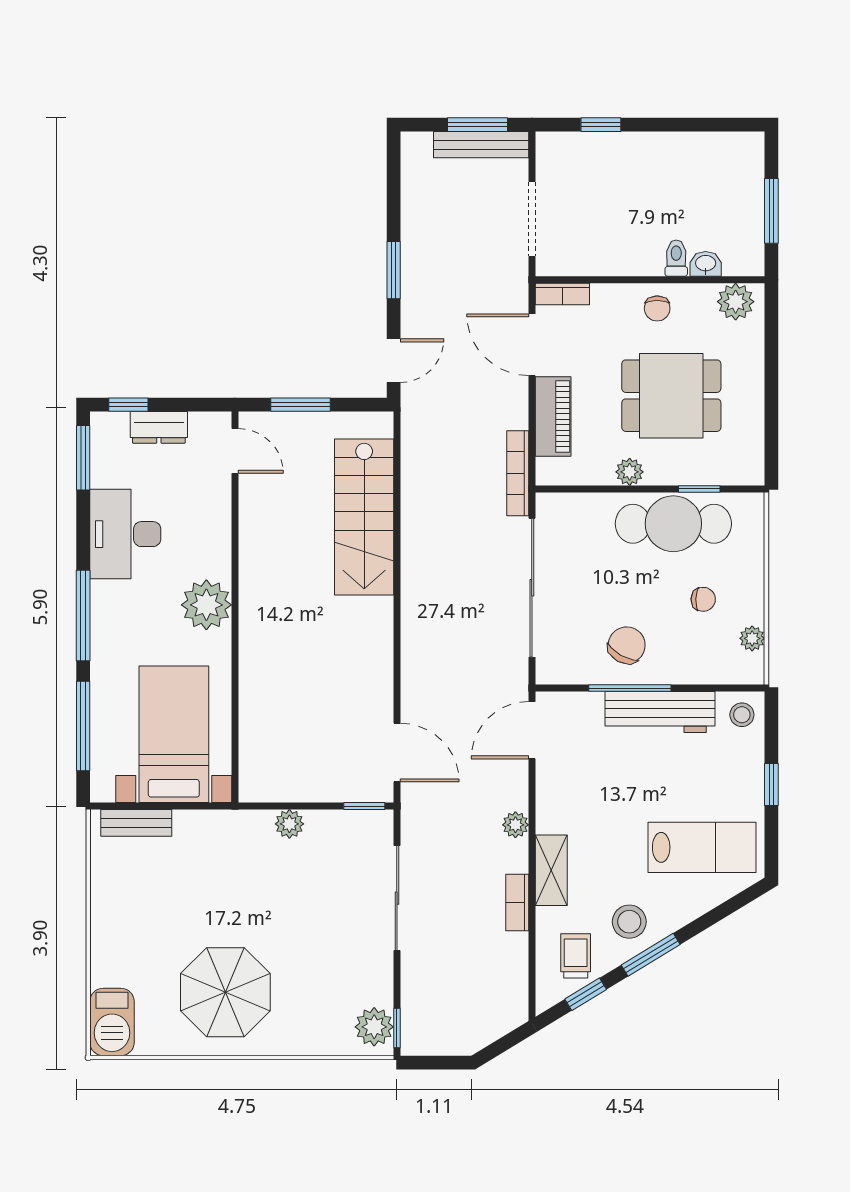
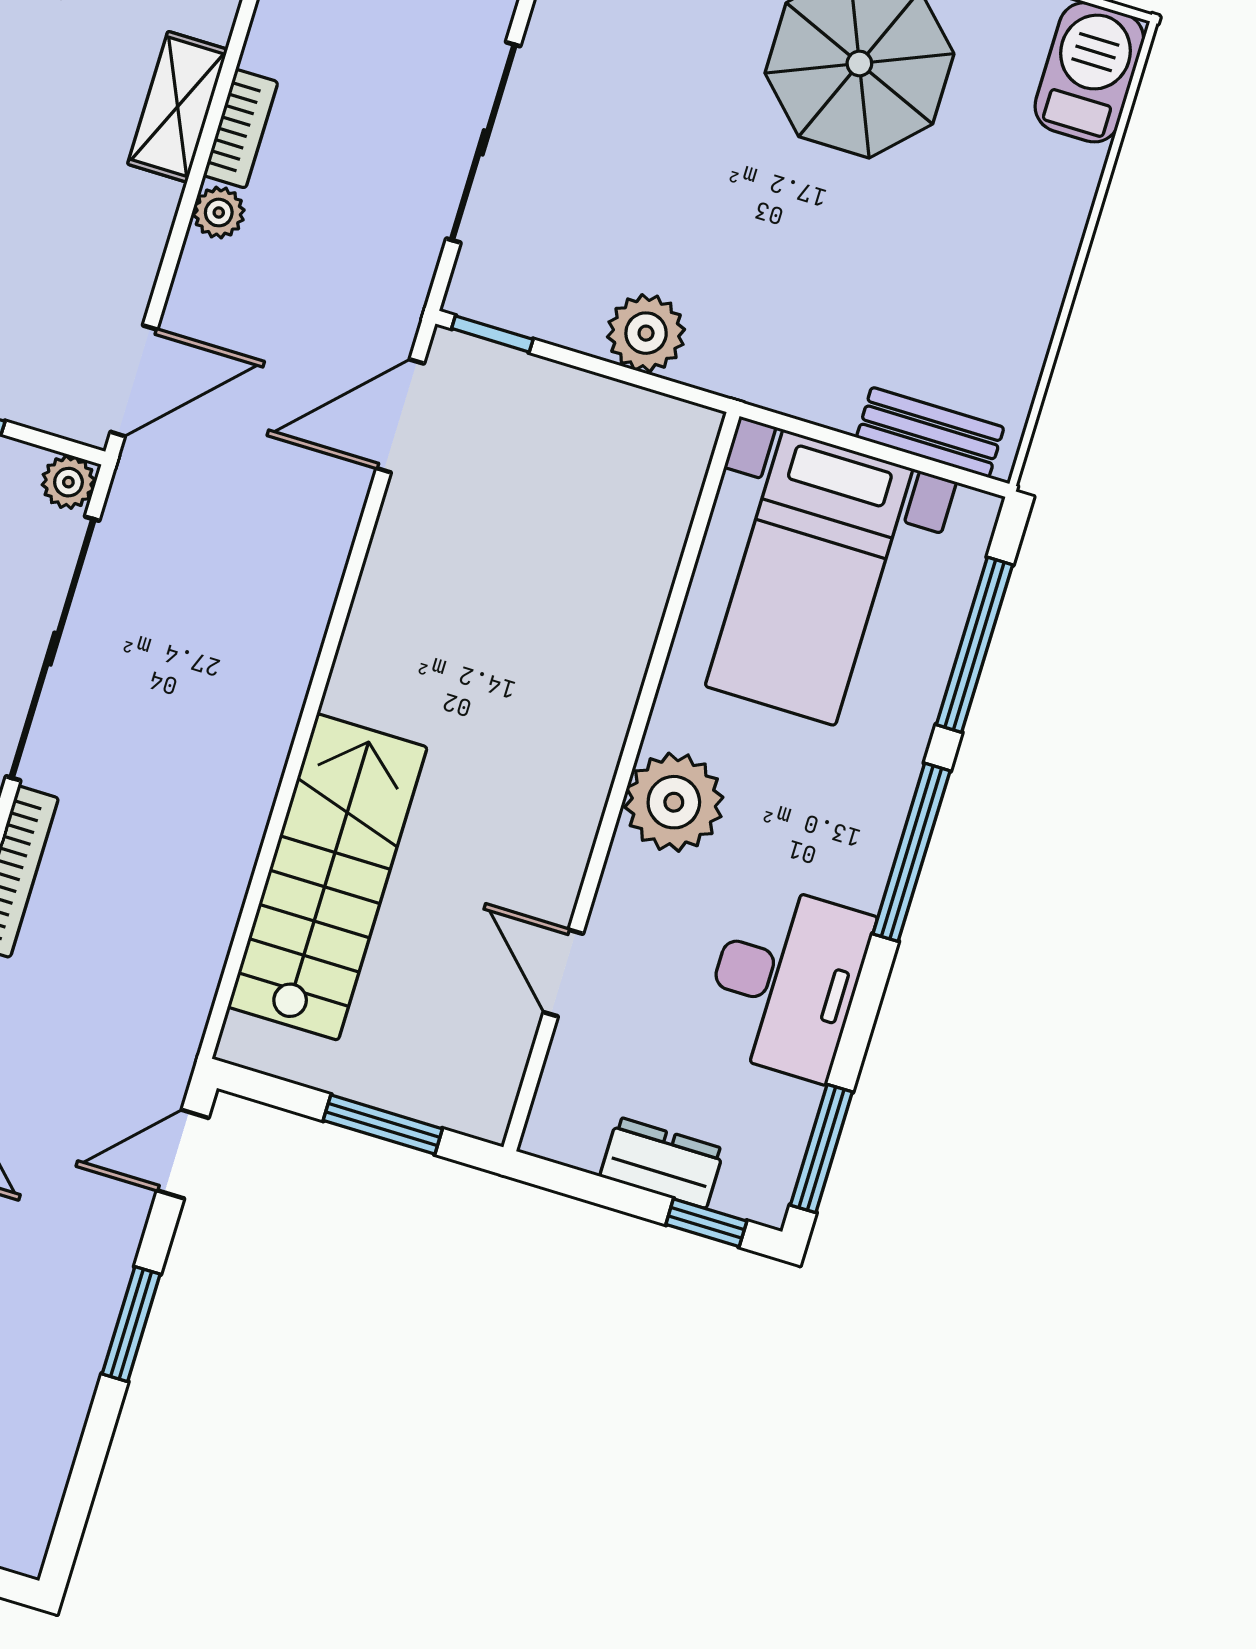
door: (235, 451) -> (563, 973), moved
plant: (549, 671) -> (68, 482), added
door: (397, 753) -> (400, 416), hinge flipped
plant: (289, 824) -> (646, 333), width x1.38, depth x1.38
bookcase: (517, 902) -> (241, 129), moved

